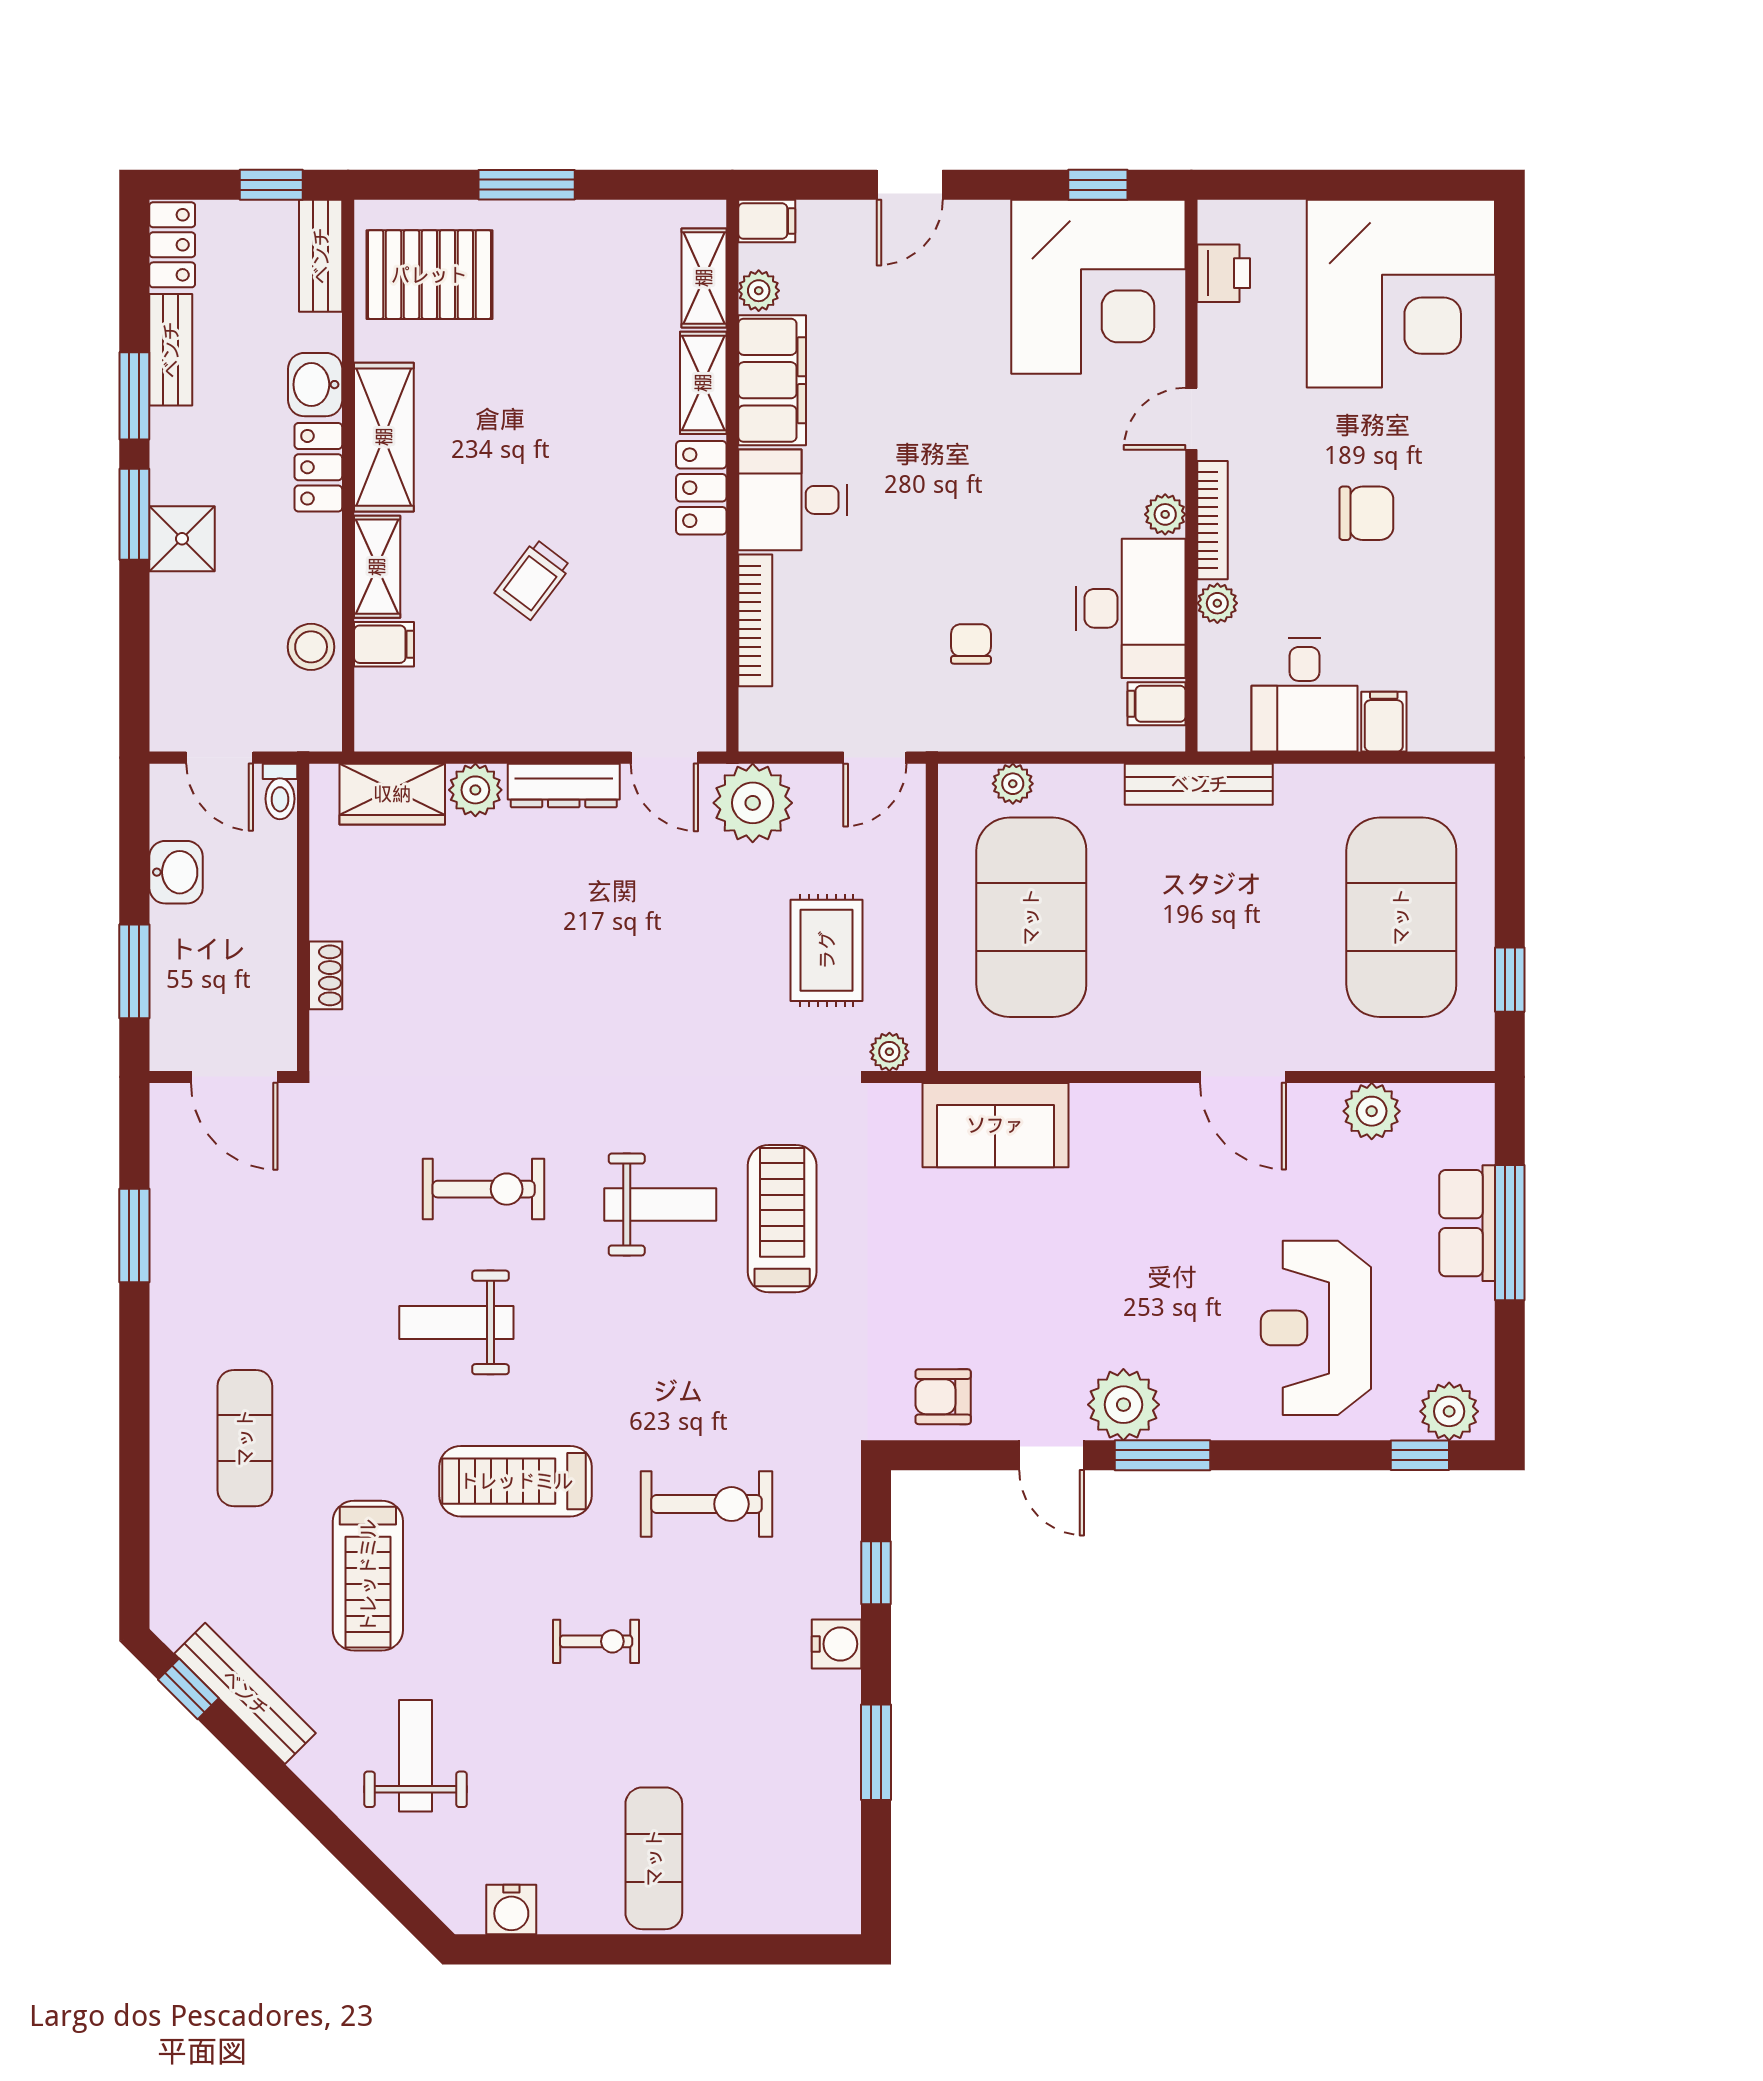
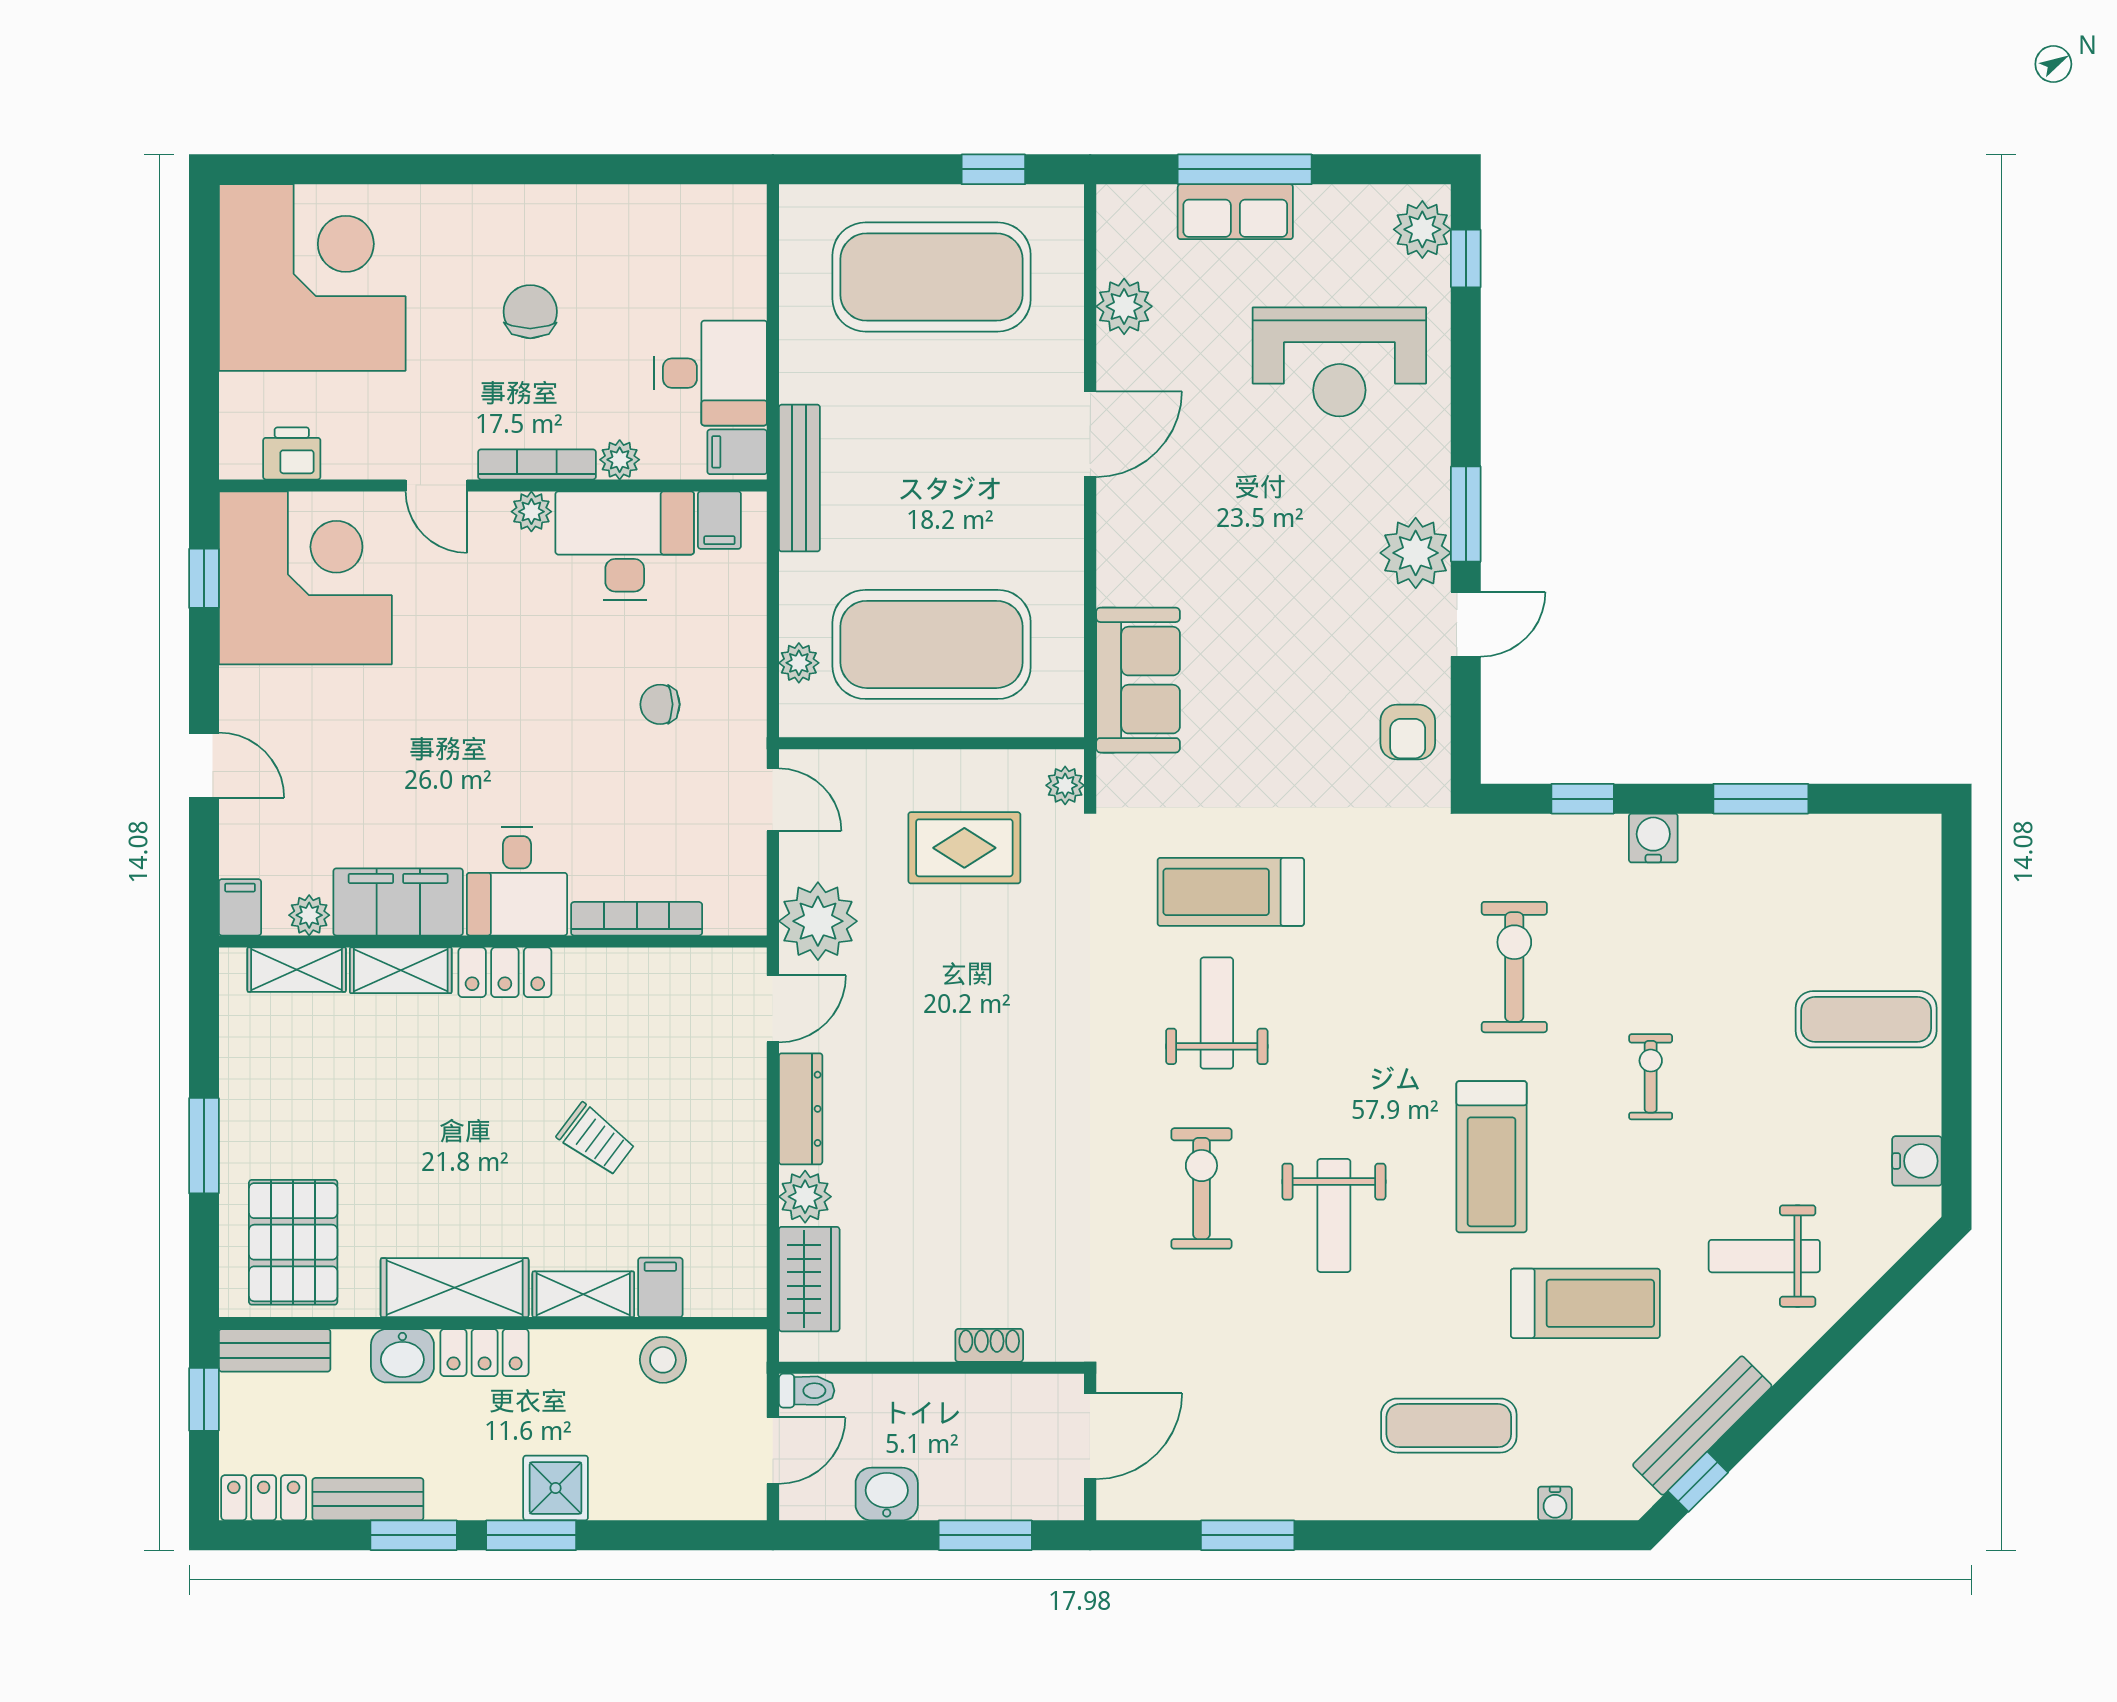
filing cabinet: (1384, 722) -> (737, 452), moved
water cooler: (166, 1545) -> (1555, 1504), added

